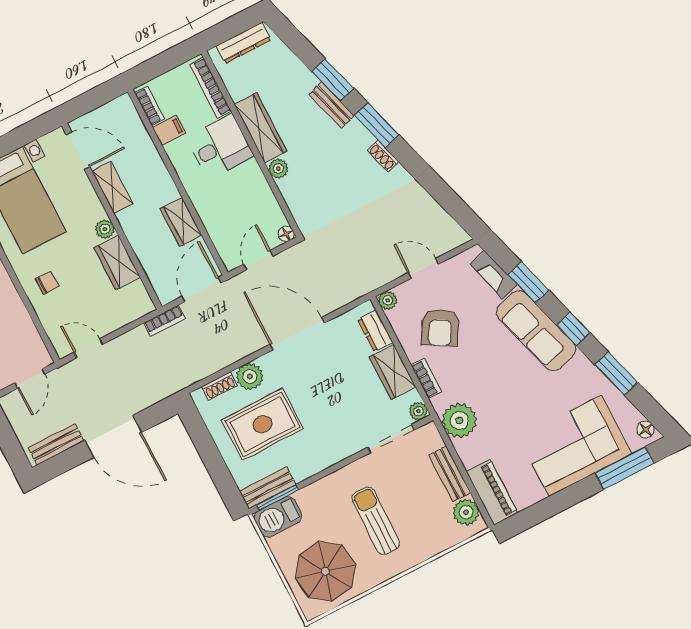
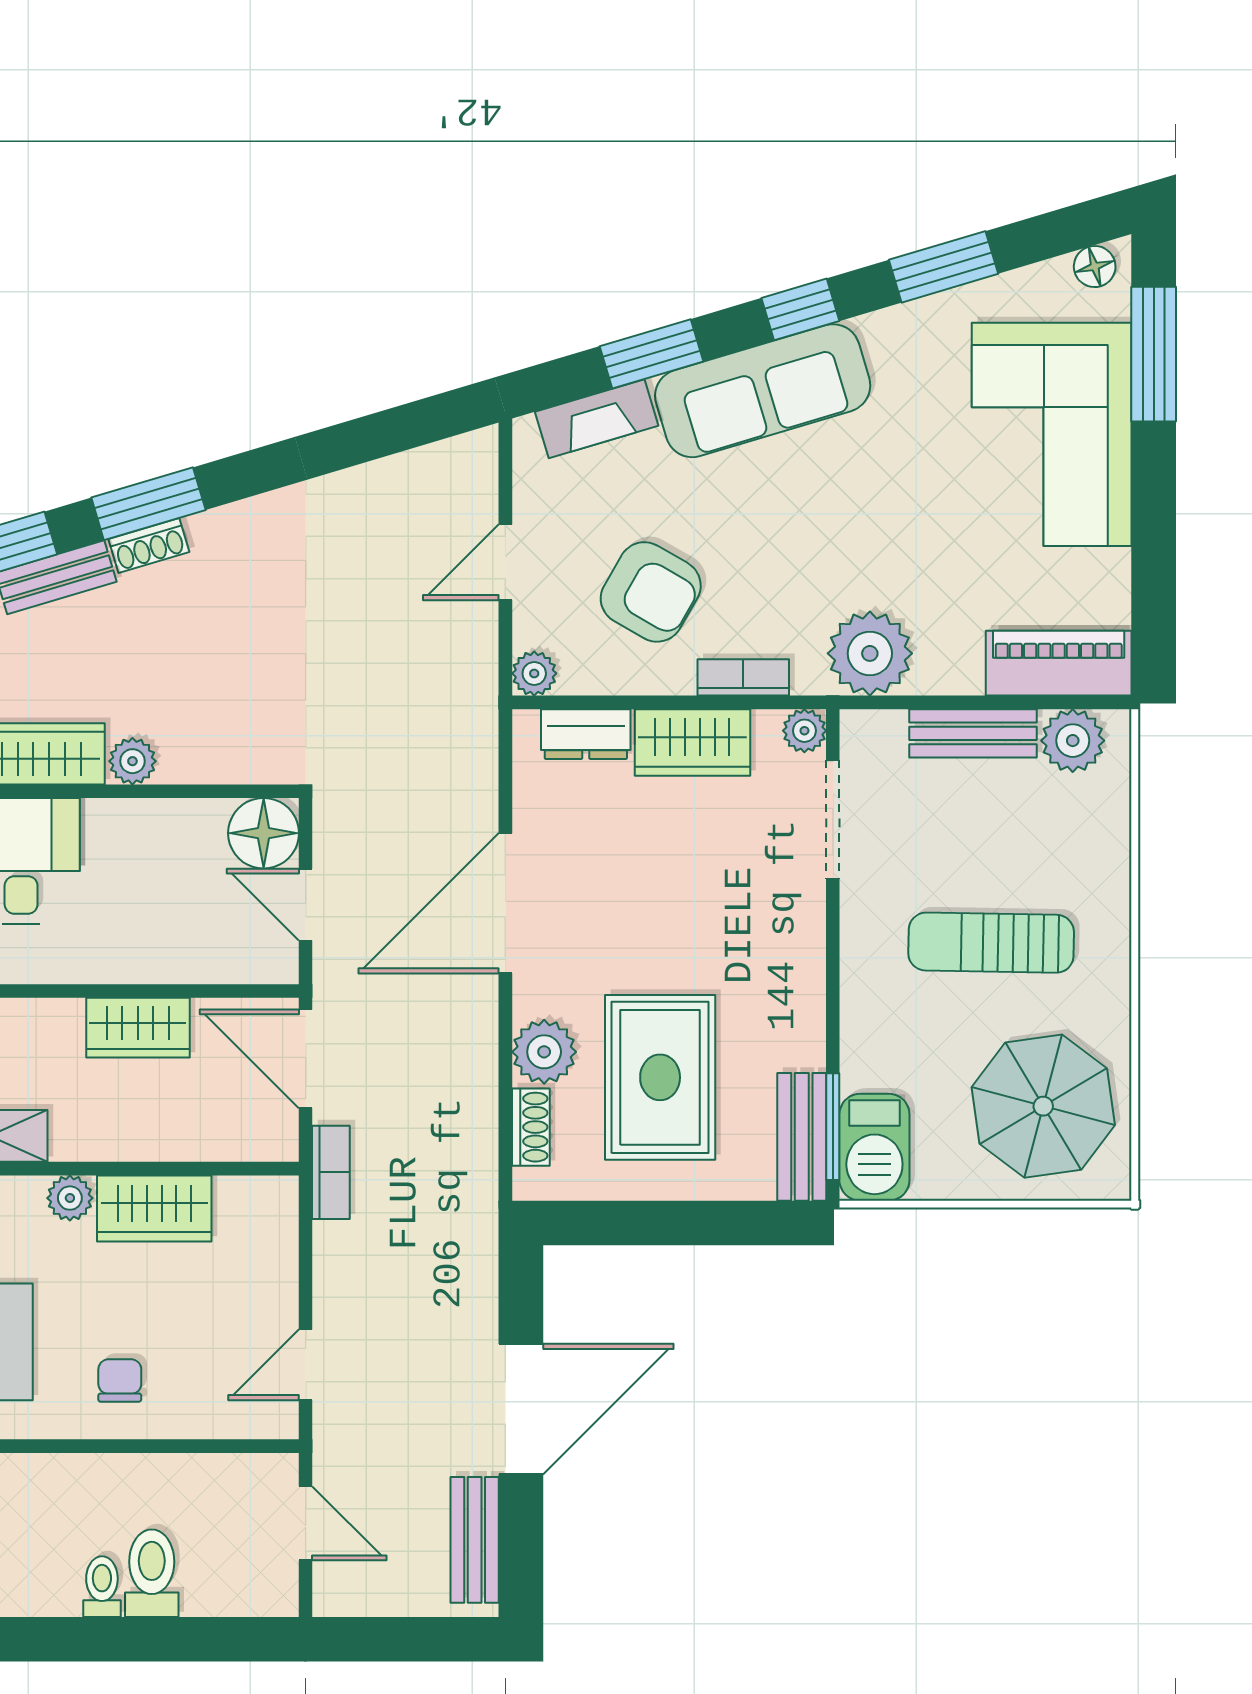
shoe rack: (383, 156) -> (149, 546), moved
floor lamp: (286, 234) -> (264, 833), width x1.89, depth x1.89

